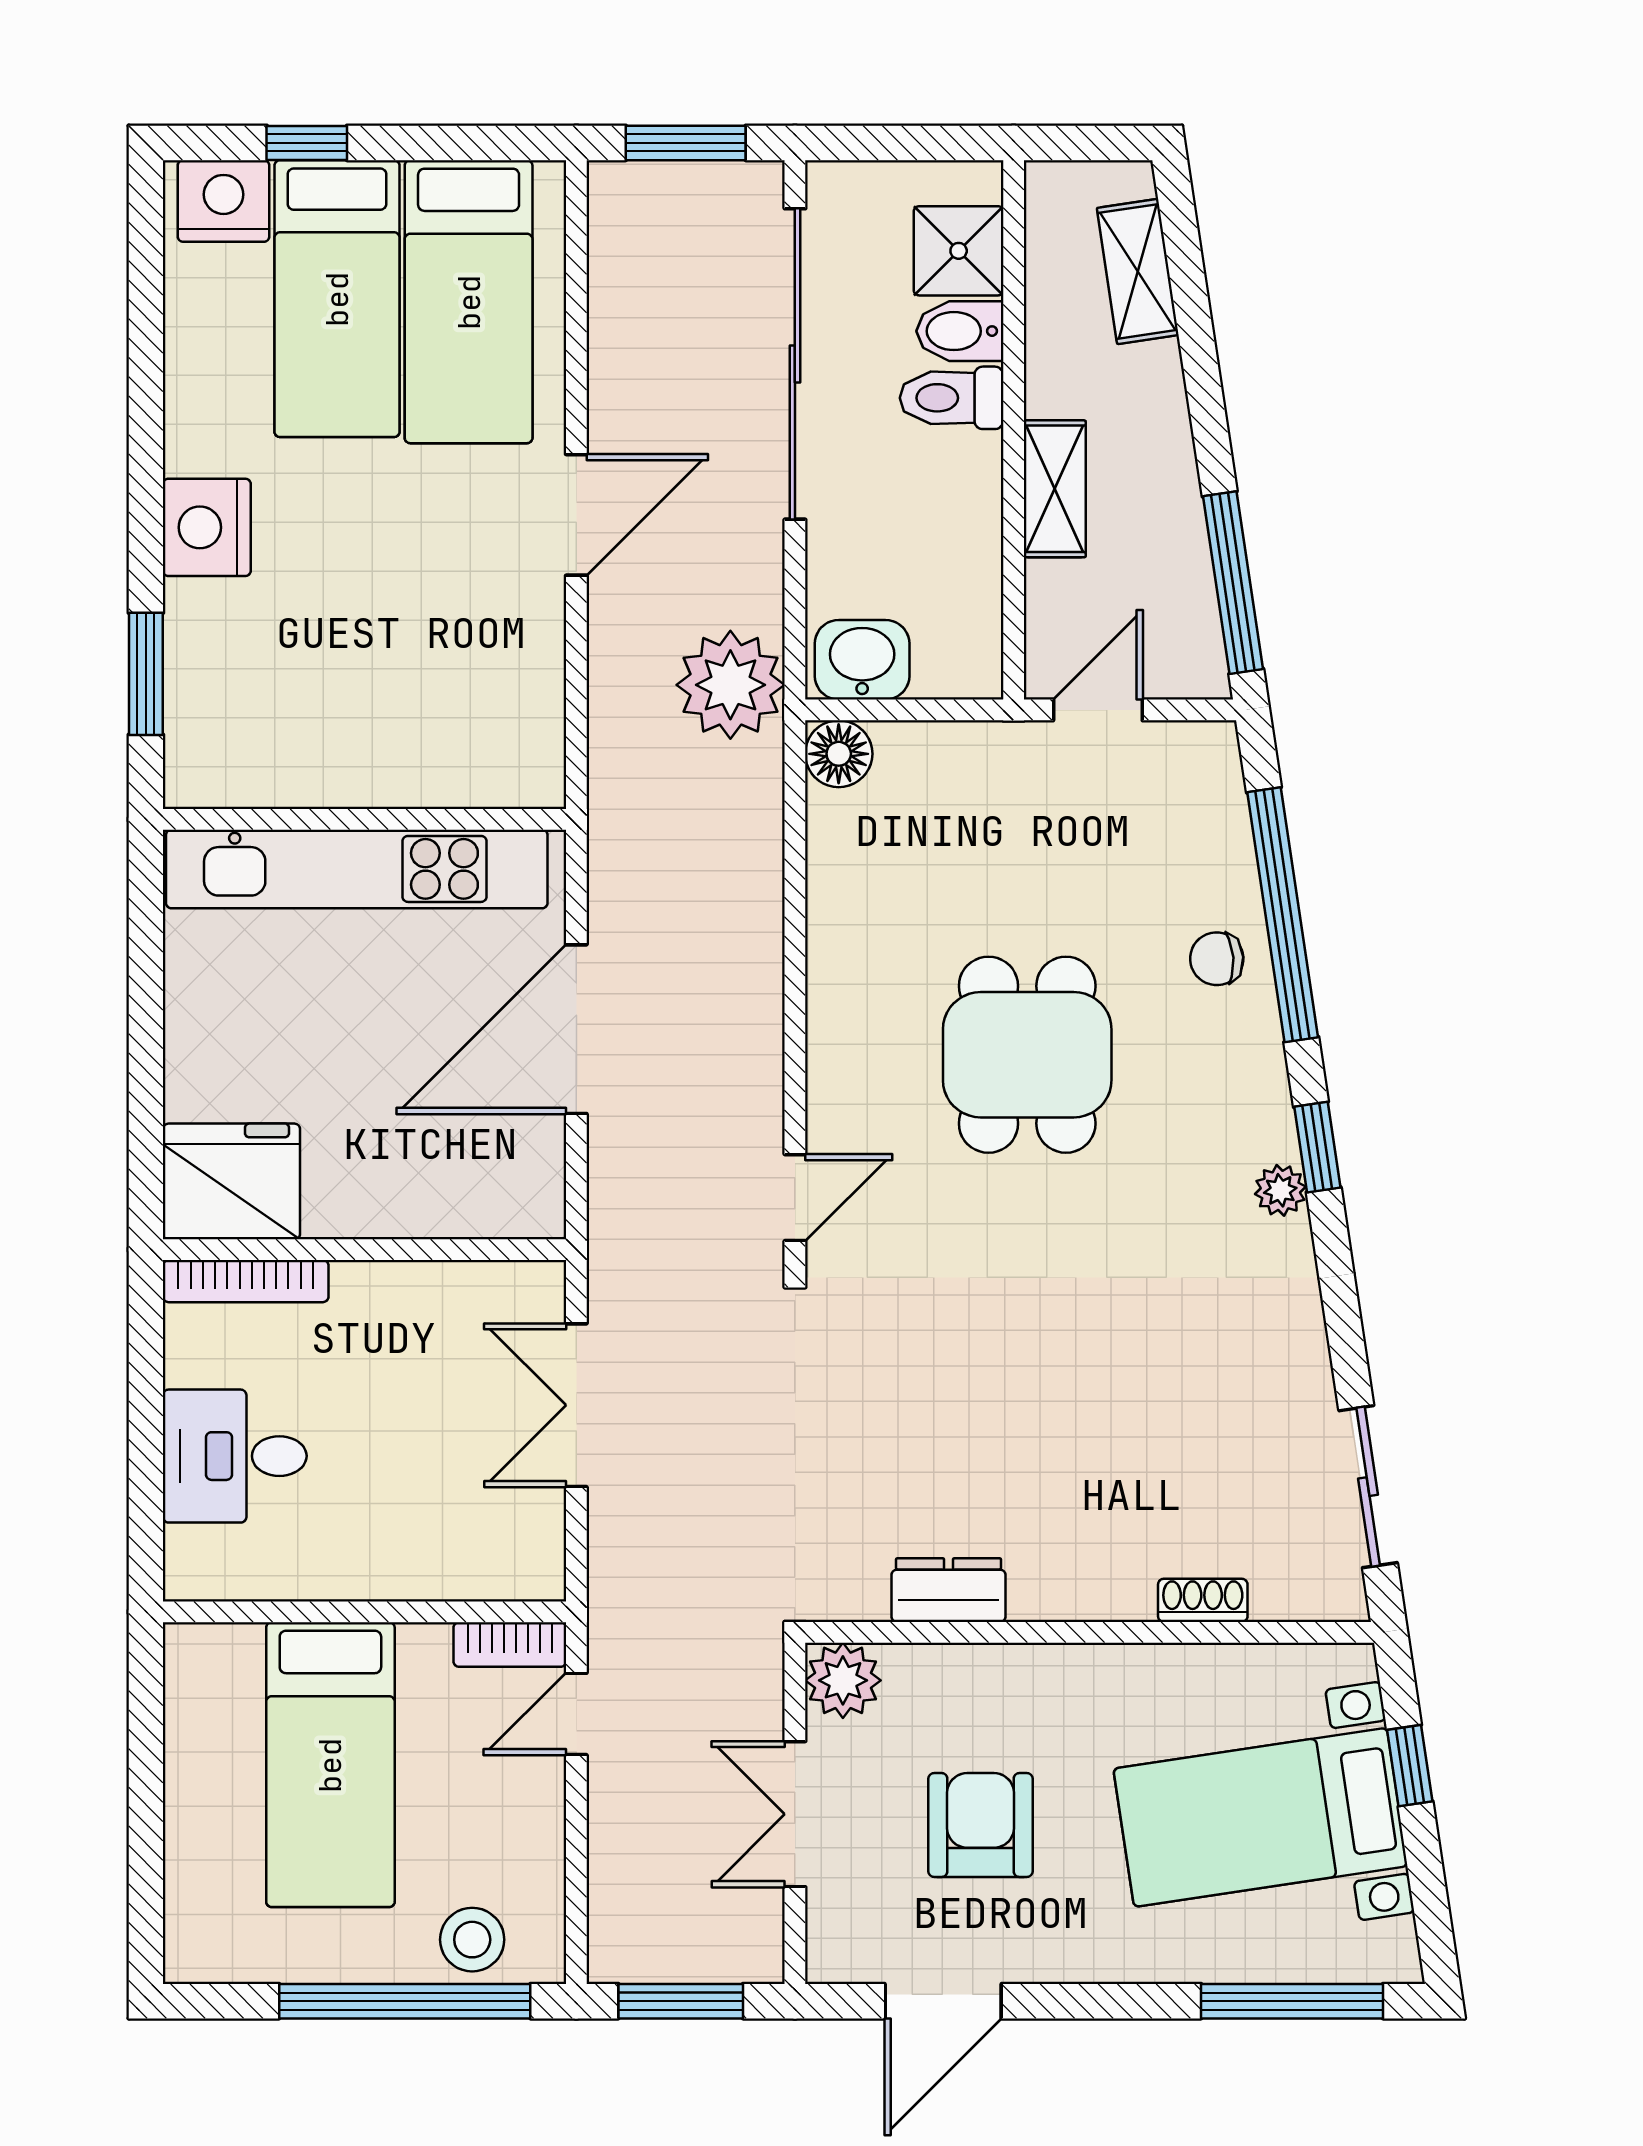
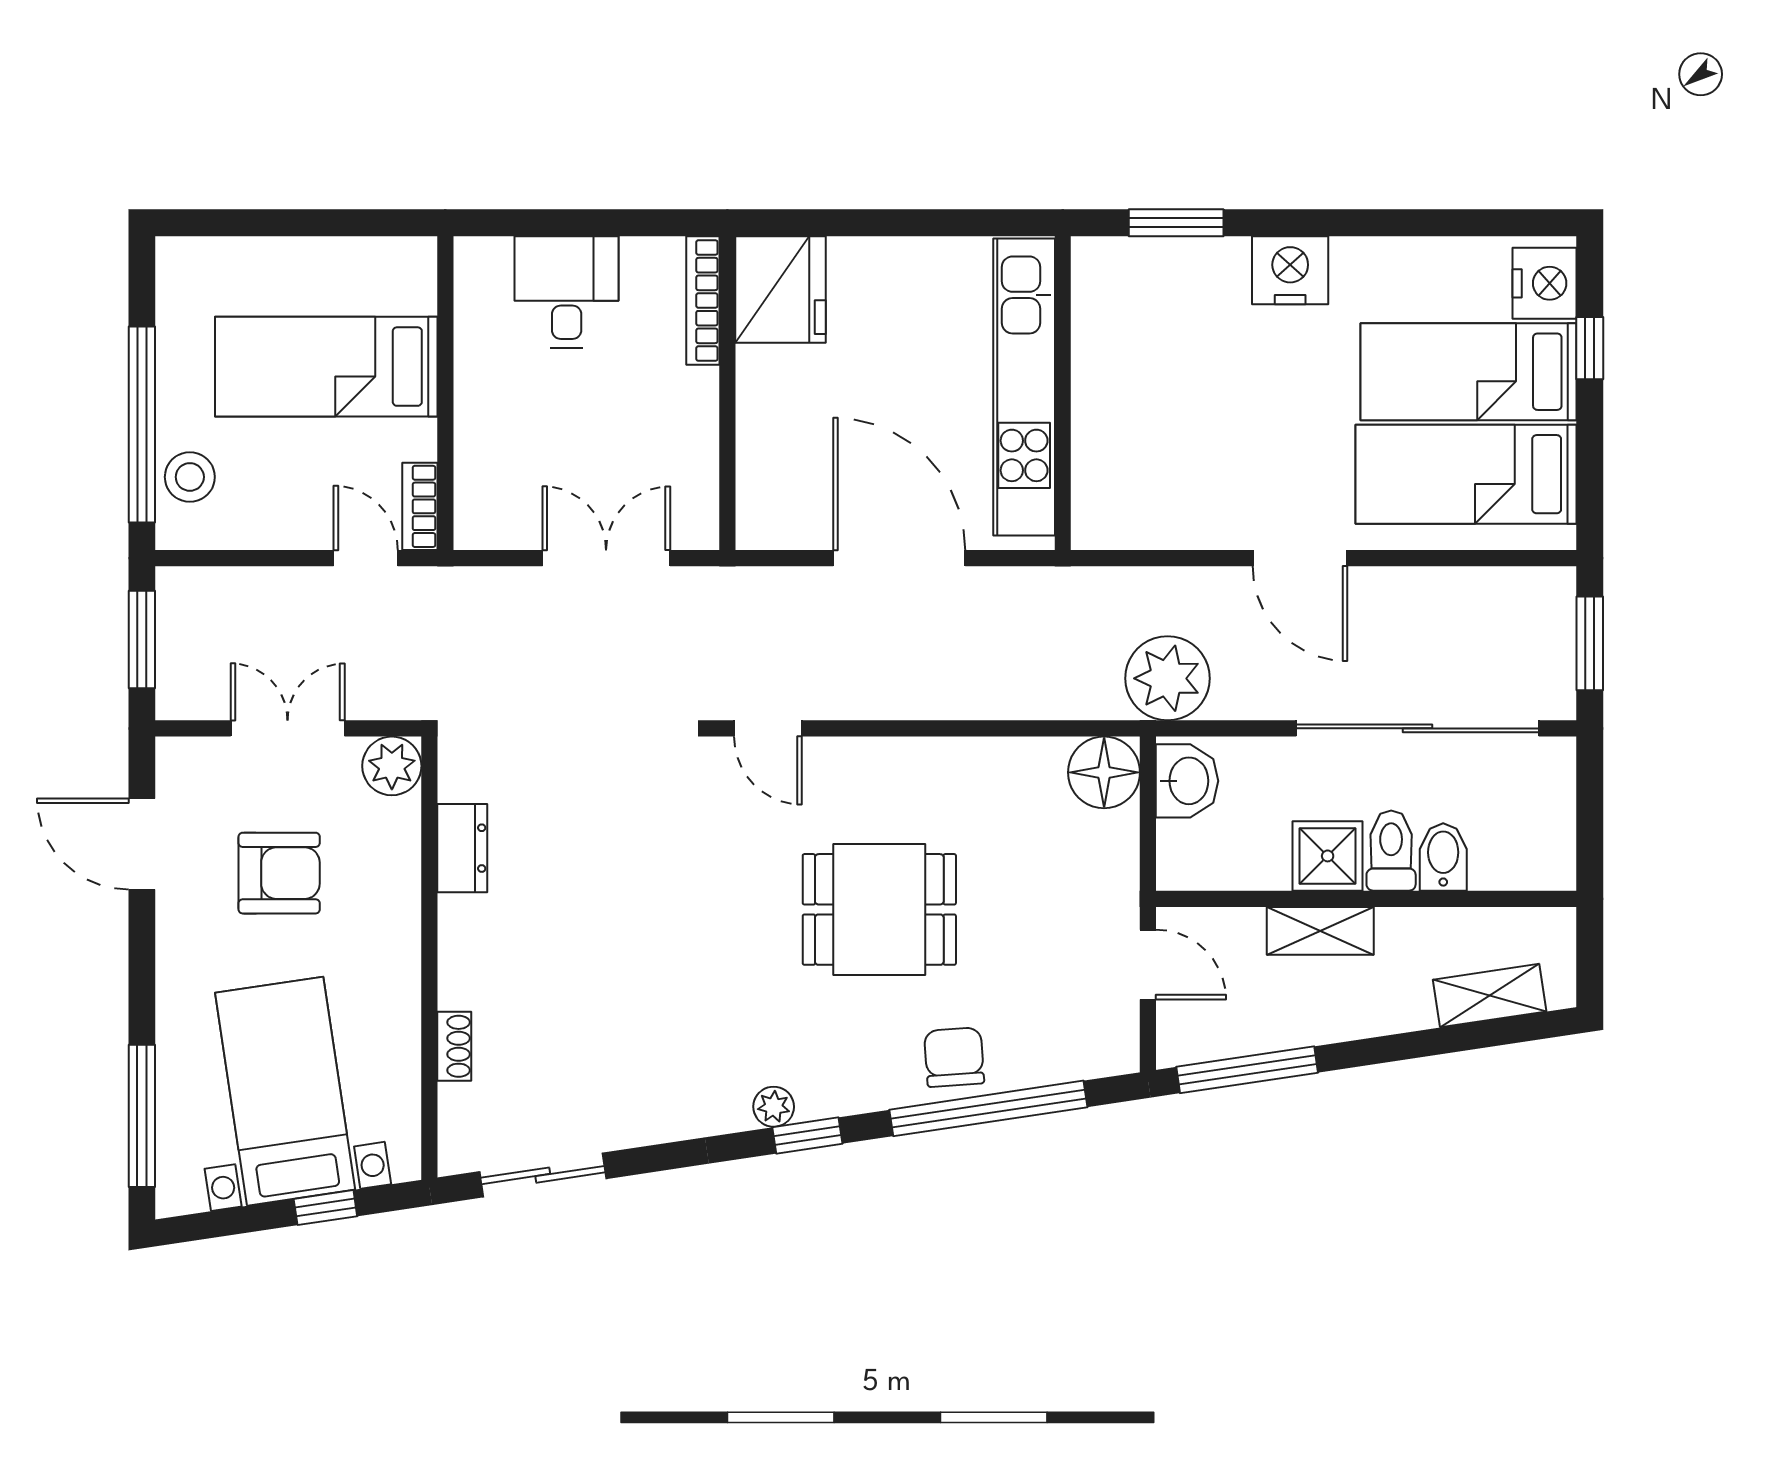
shower: (959, 251) -> (1328, 856), moved
floor lamp: (839, 754) -> (1104, 772), width x1.38, depth x1.38
chair: (1217, 959) -> (954, 1057), width x1.37, depth x1.37

